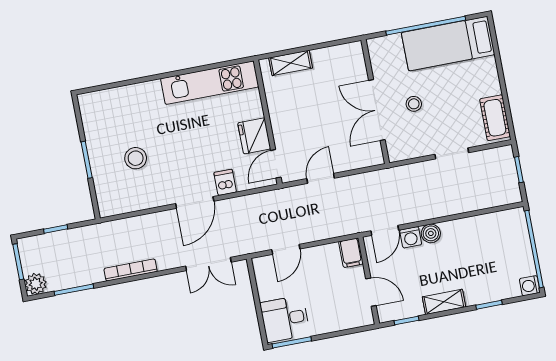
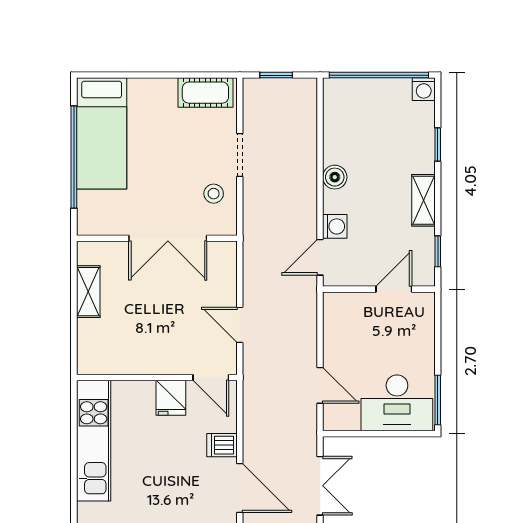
shelving: (291, 63) -> (88, 292), moved
stool: (414, 104) -> (214, 194), moved
fridge: (254, 136) -> (171, 398), width x0.72
door: (385, 230) -> (320, 257), swing flipped
boiler: (431, 233) -> (335, 177), moved
filing cabinet: (351, 253) -> (340, 305), removed
desk: (285, 319) -> (397, 403), width x1.37

